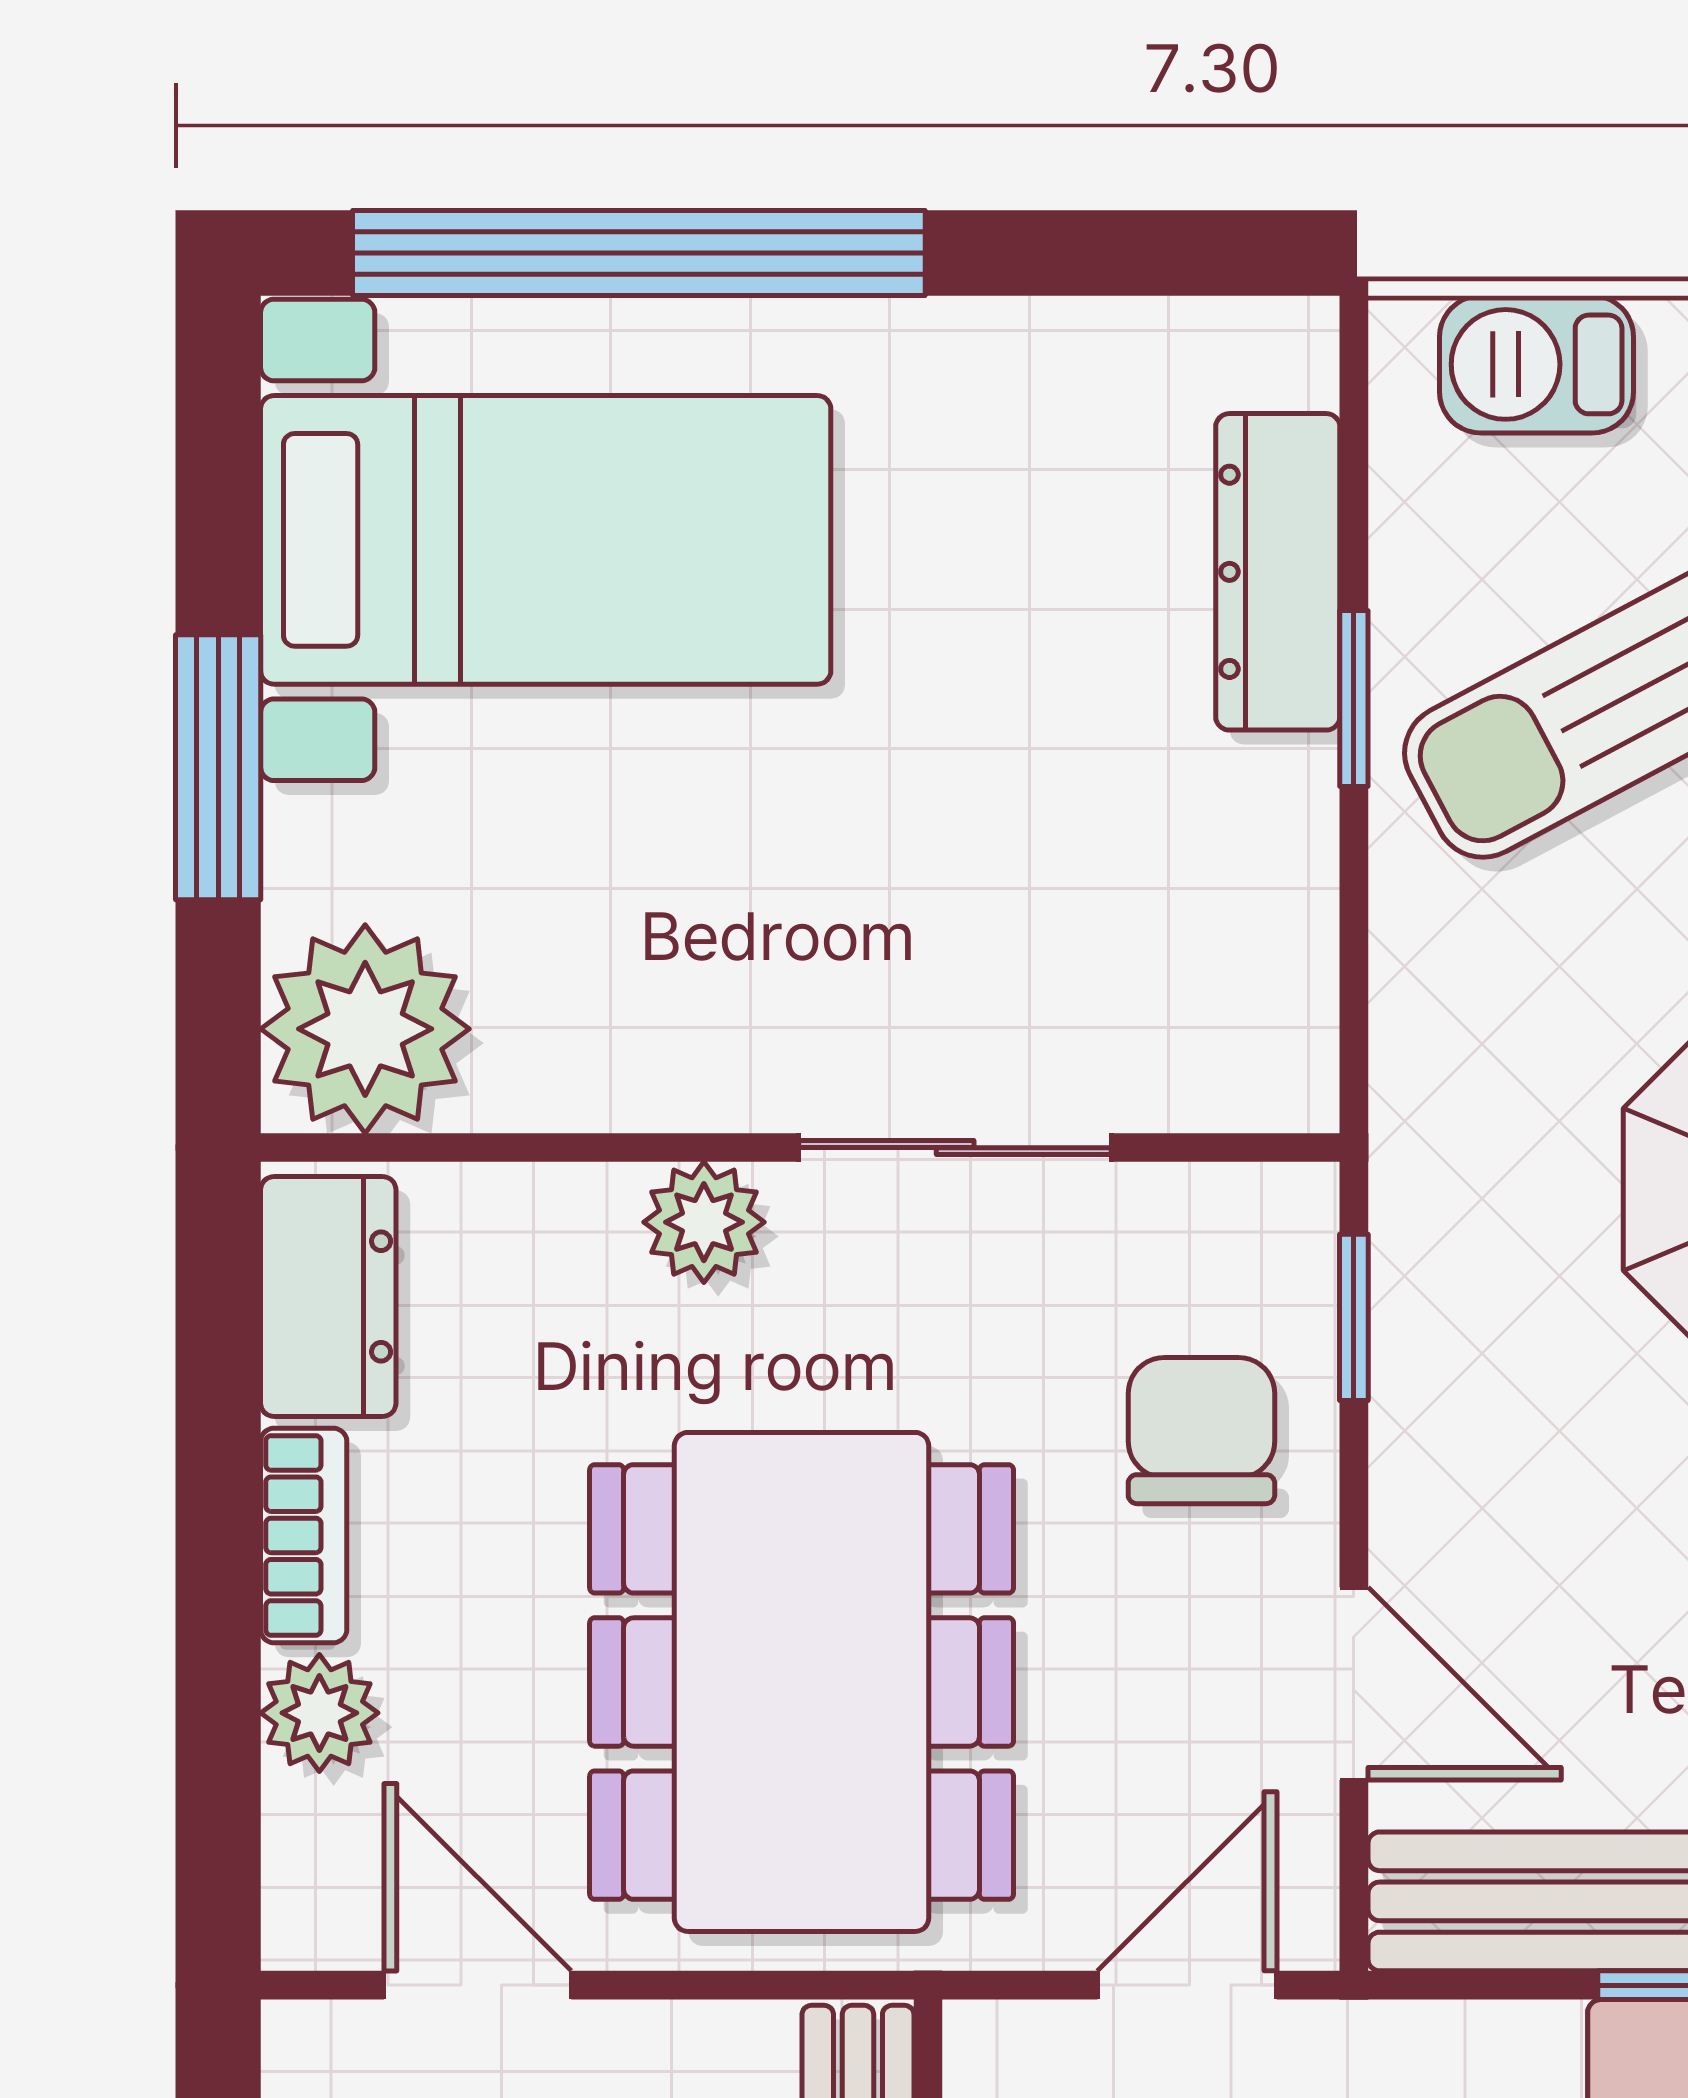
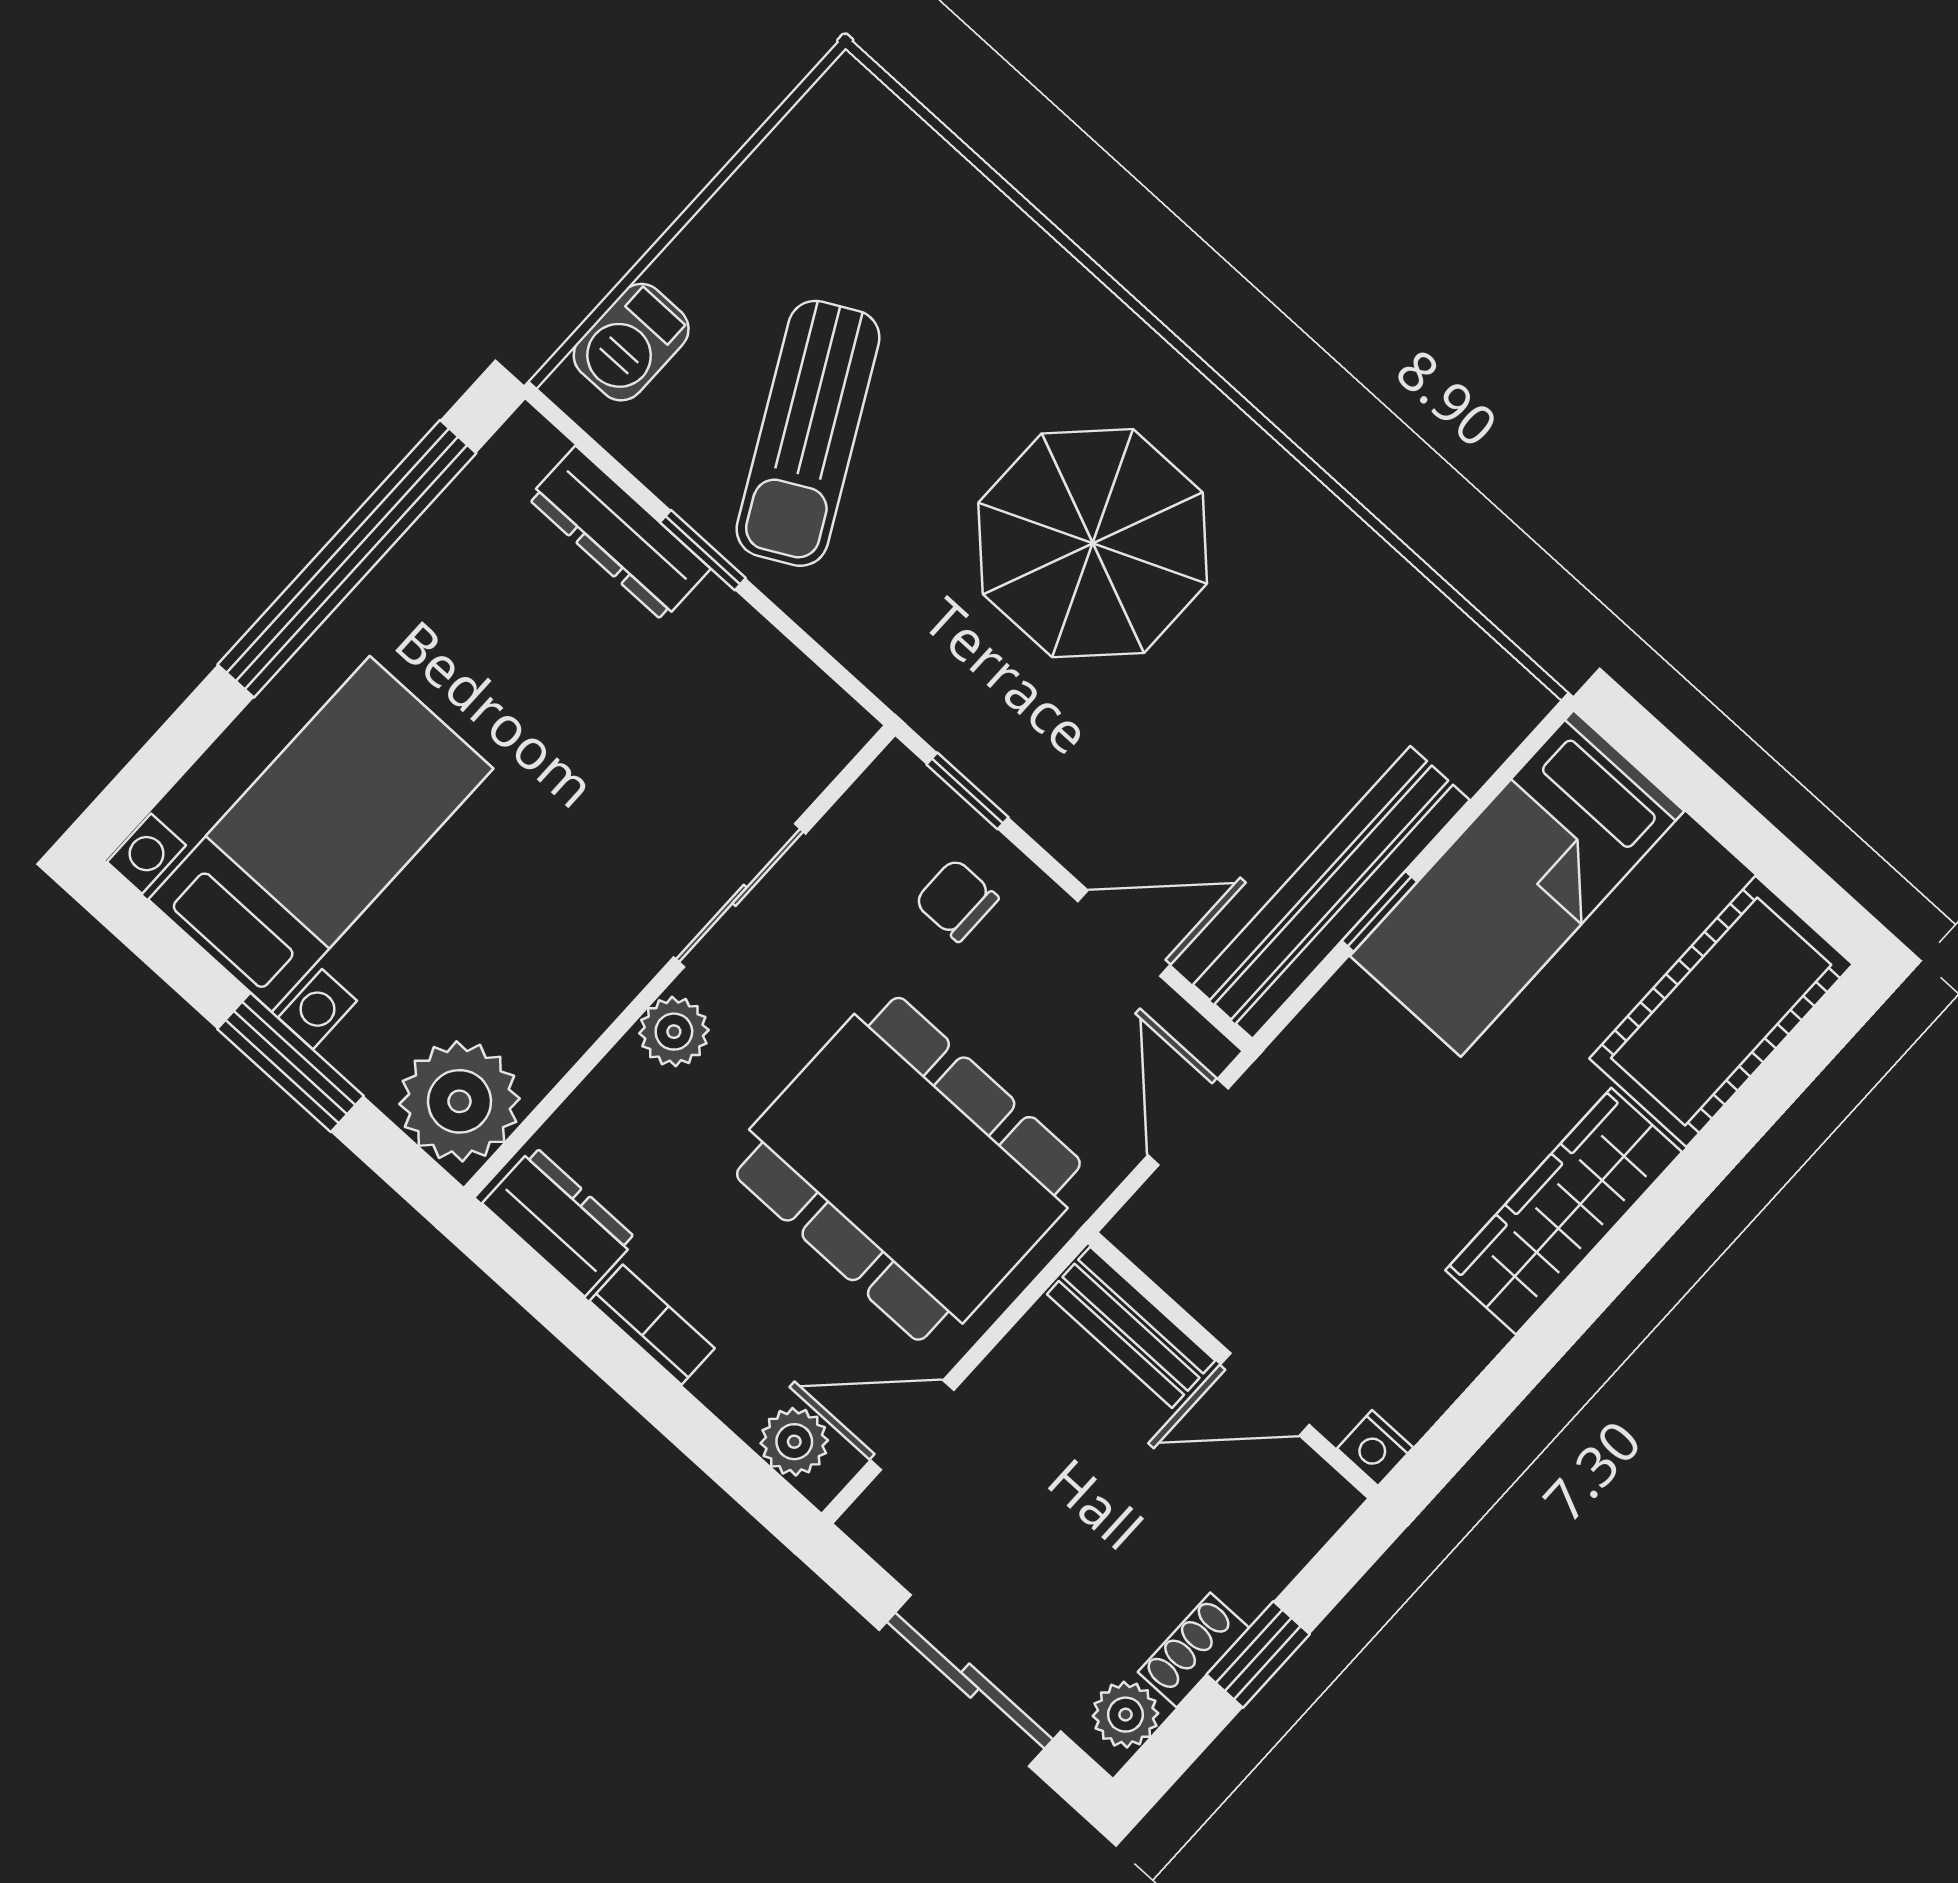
window: (639, 253) -> (347, 559), moved
chair: (1201, 1431) -> (957, 900), width x0.73, depth x0.73
plant: (319, 1713) -> (794, 1442), moved

